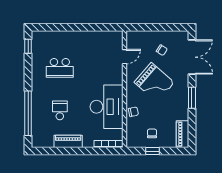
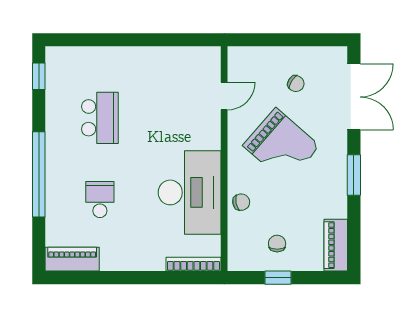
school desk: (60, 68) -> (100, 118), turned -90
window: (28, 113) -> (39, 174), moved
piano: (68, 141) -> (72, 259), moved

